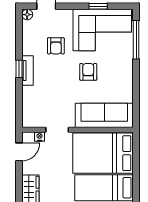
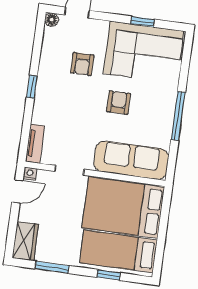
window: (136, 40) -> (178, 116), moved
tv unit: (28, 70) -> (35, 144), moved
nightstand: (40, 137) -> (30, 174), moved

